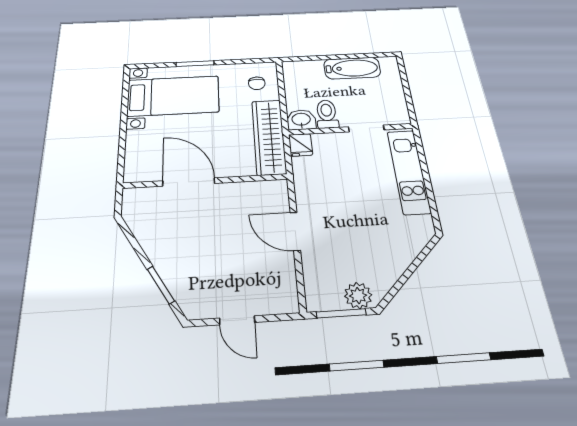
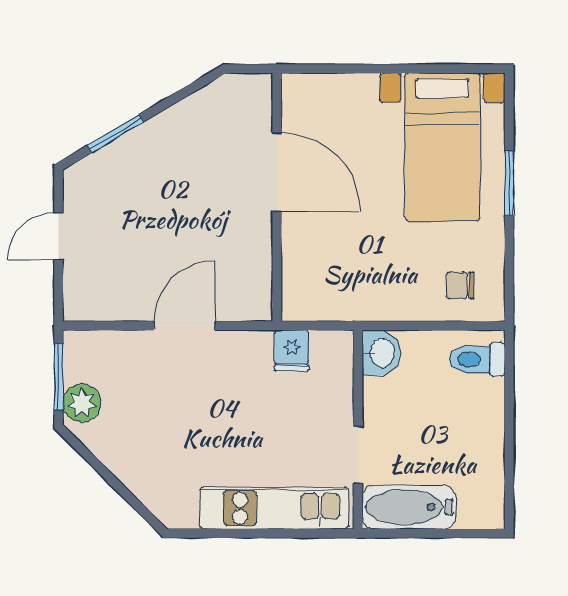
bathtub: (352, 68) -> (409, 507), moved, turned 90
toilet: (327, 114) -> (477, 359), moved, turned 180
wardrobe: (269, 137) -> (352, 299), removed
fridge: (301, 145) -> (292, 350), moved, turned -90
door: (189, 182) -> (277, 172), hinge flipped

